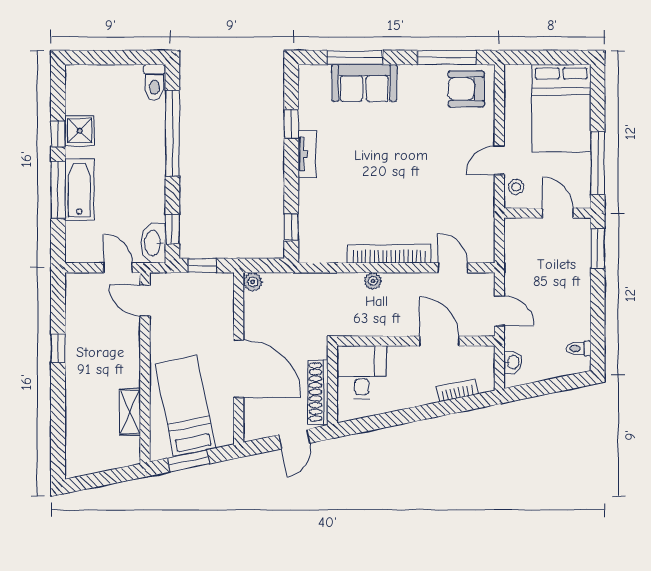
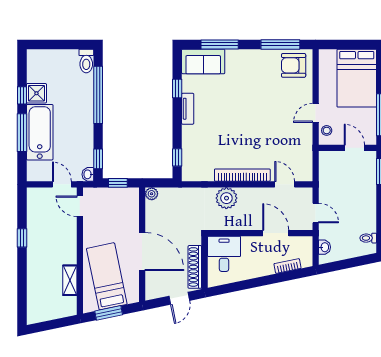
sofa: (364, 83) -> (203, 61), moved
bathtub: (79, 189) -> (40, 132), width x1.36, depth x1.36
washbasin: (153, 243) -> (88, 174), width x0.52, depth x0.69
plant: (373, 281) -> (226, 198), width x1.87, depth x1.87

